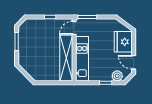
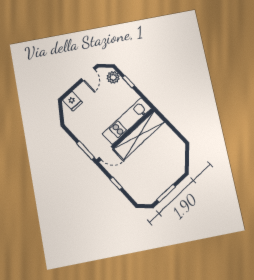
fridge: (123, 42) -> (72, 101), width x0.53, depth x0.75

